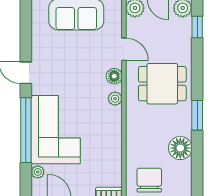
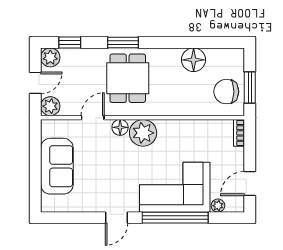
plant: (115, 99) -> (143, 133), width x1.88, depth x1.88
window: (197, 115) -> (123, 42), moved

